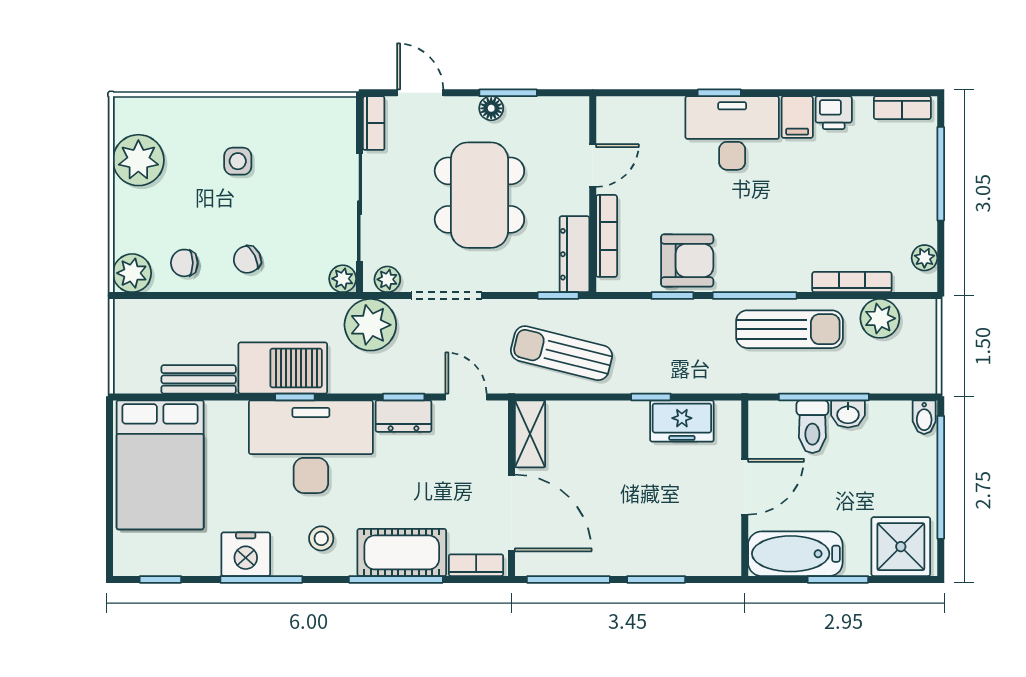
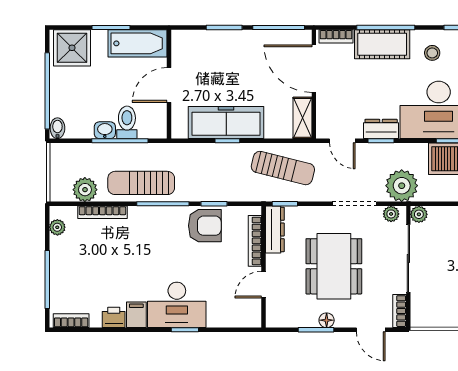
armchair: (687, 260) -> (205, 226), turned 180
freezer: (682, 421) -> (226, 123), width x1.91, depth x1.26

